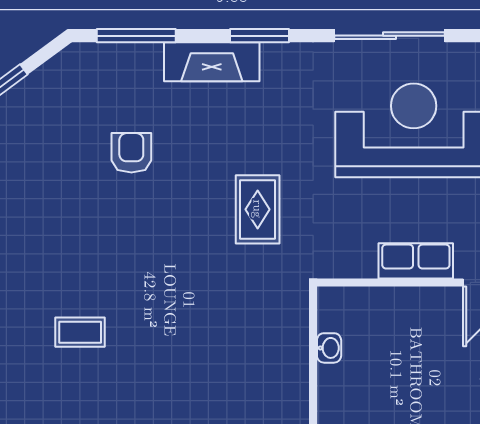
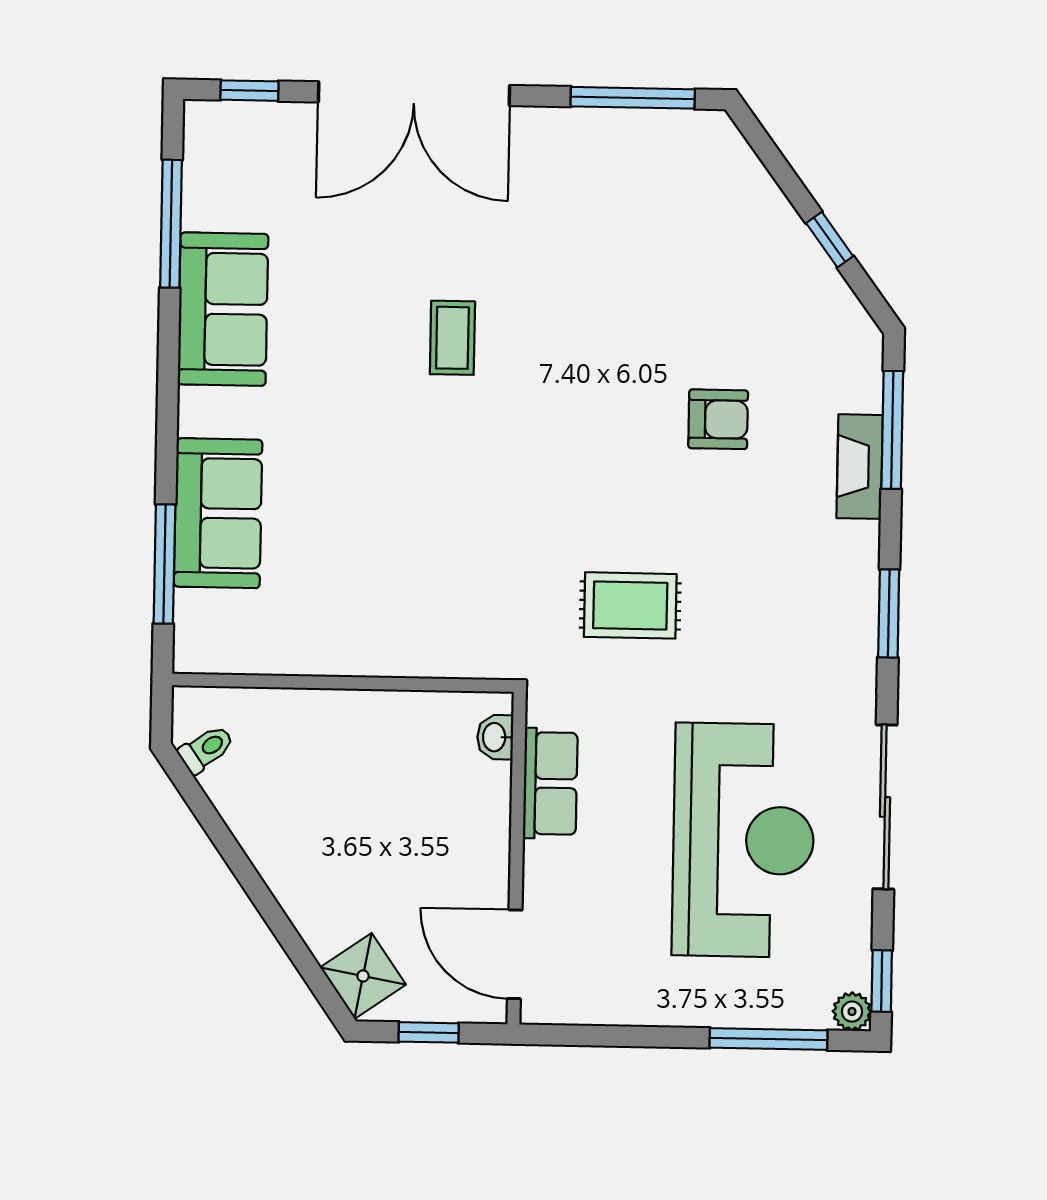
fireplace: (212, 62) -> (860, 467), moved, width x0.73, depth x0.76
row of seats: (416, 261) -> (550, 783), moved
washbasin: (329, 348) -> (495, 737), moved, turned 90

